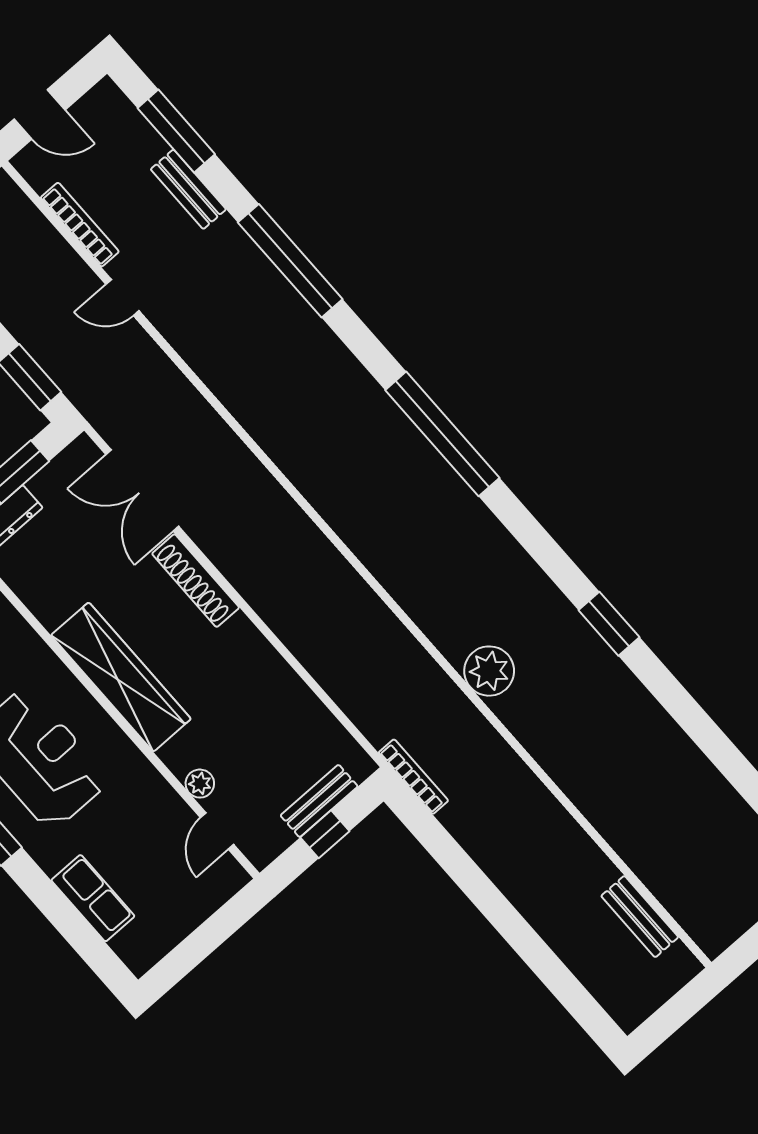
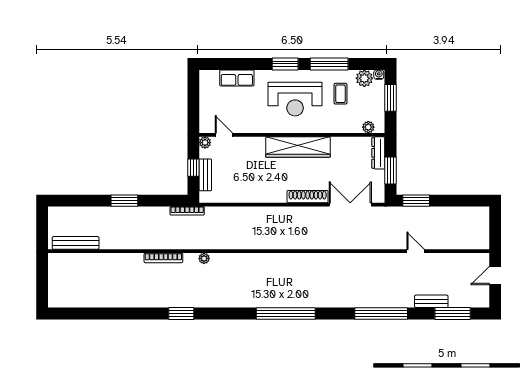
bookcase: (80, 225) -> (163, 258), moved
door: (122, 298) -> (416, 251), hinge flipped
plant: (489, 671) -> (204, 258), width x0.53, depth x0.53
plant: (200, 784) -> (205, 143), moved
window: (495, 907) -> (124, 201), added
bench: (640, 917) -> (76, 243), width x1.36

